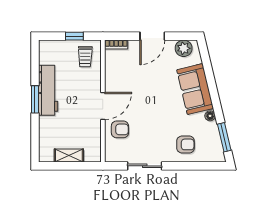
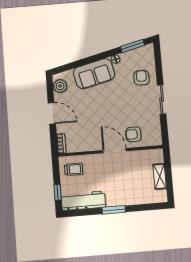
window: (74, 36) -> (58, 192), moved
workbench: (48, 90) -> (83, 201), moved
armchair: (120, 129) -> (133, 134), turned -90
sliding door: (145, 166) -> (162, 99), moved

